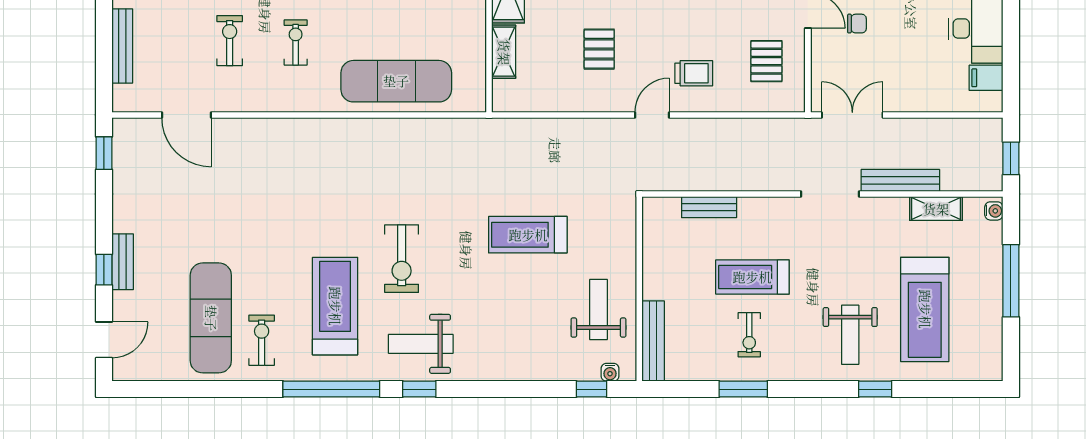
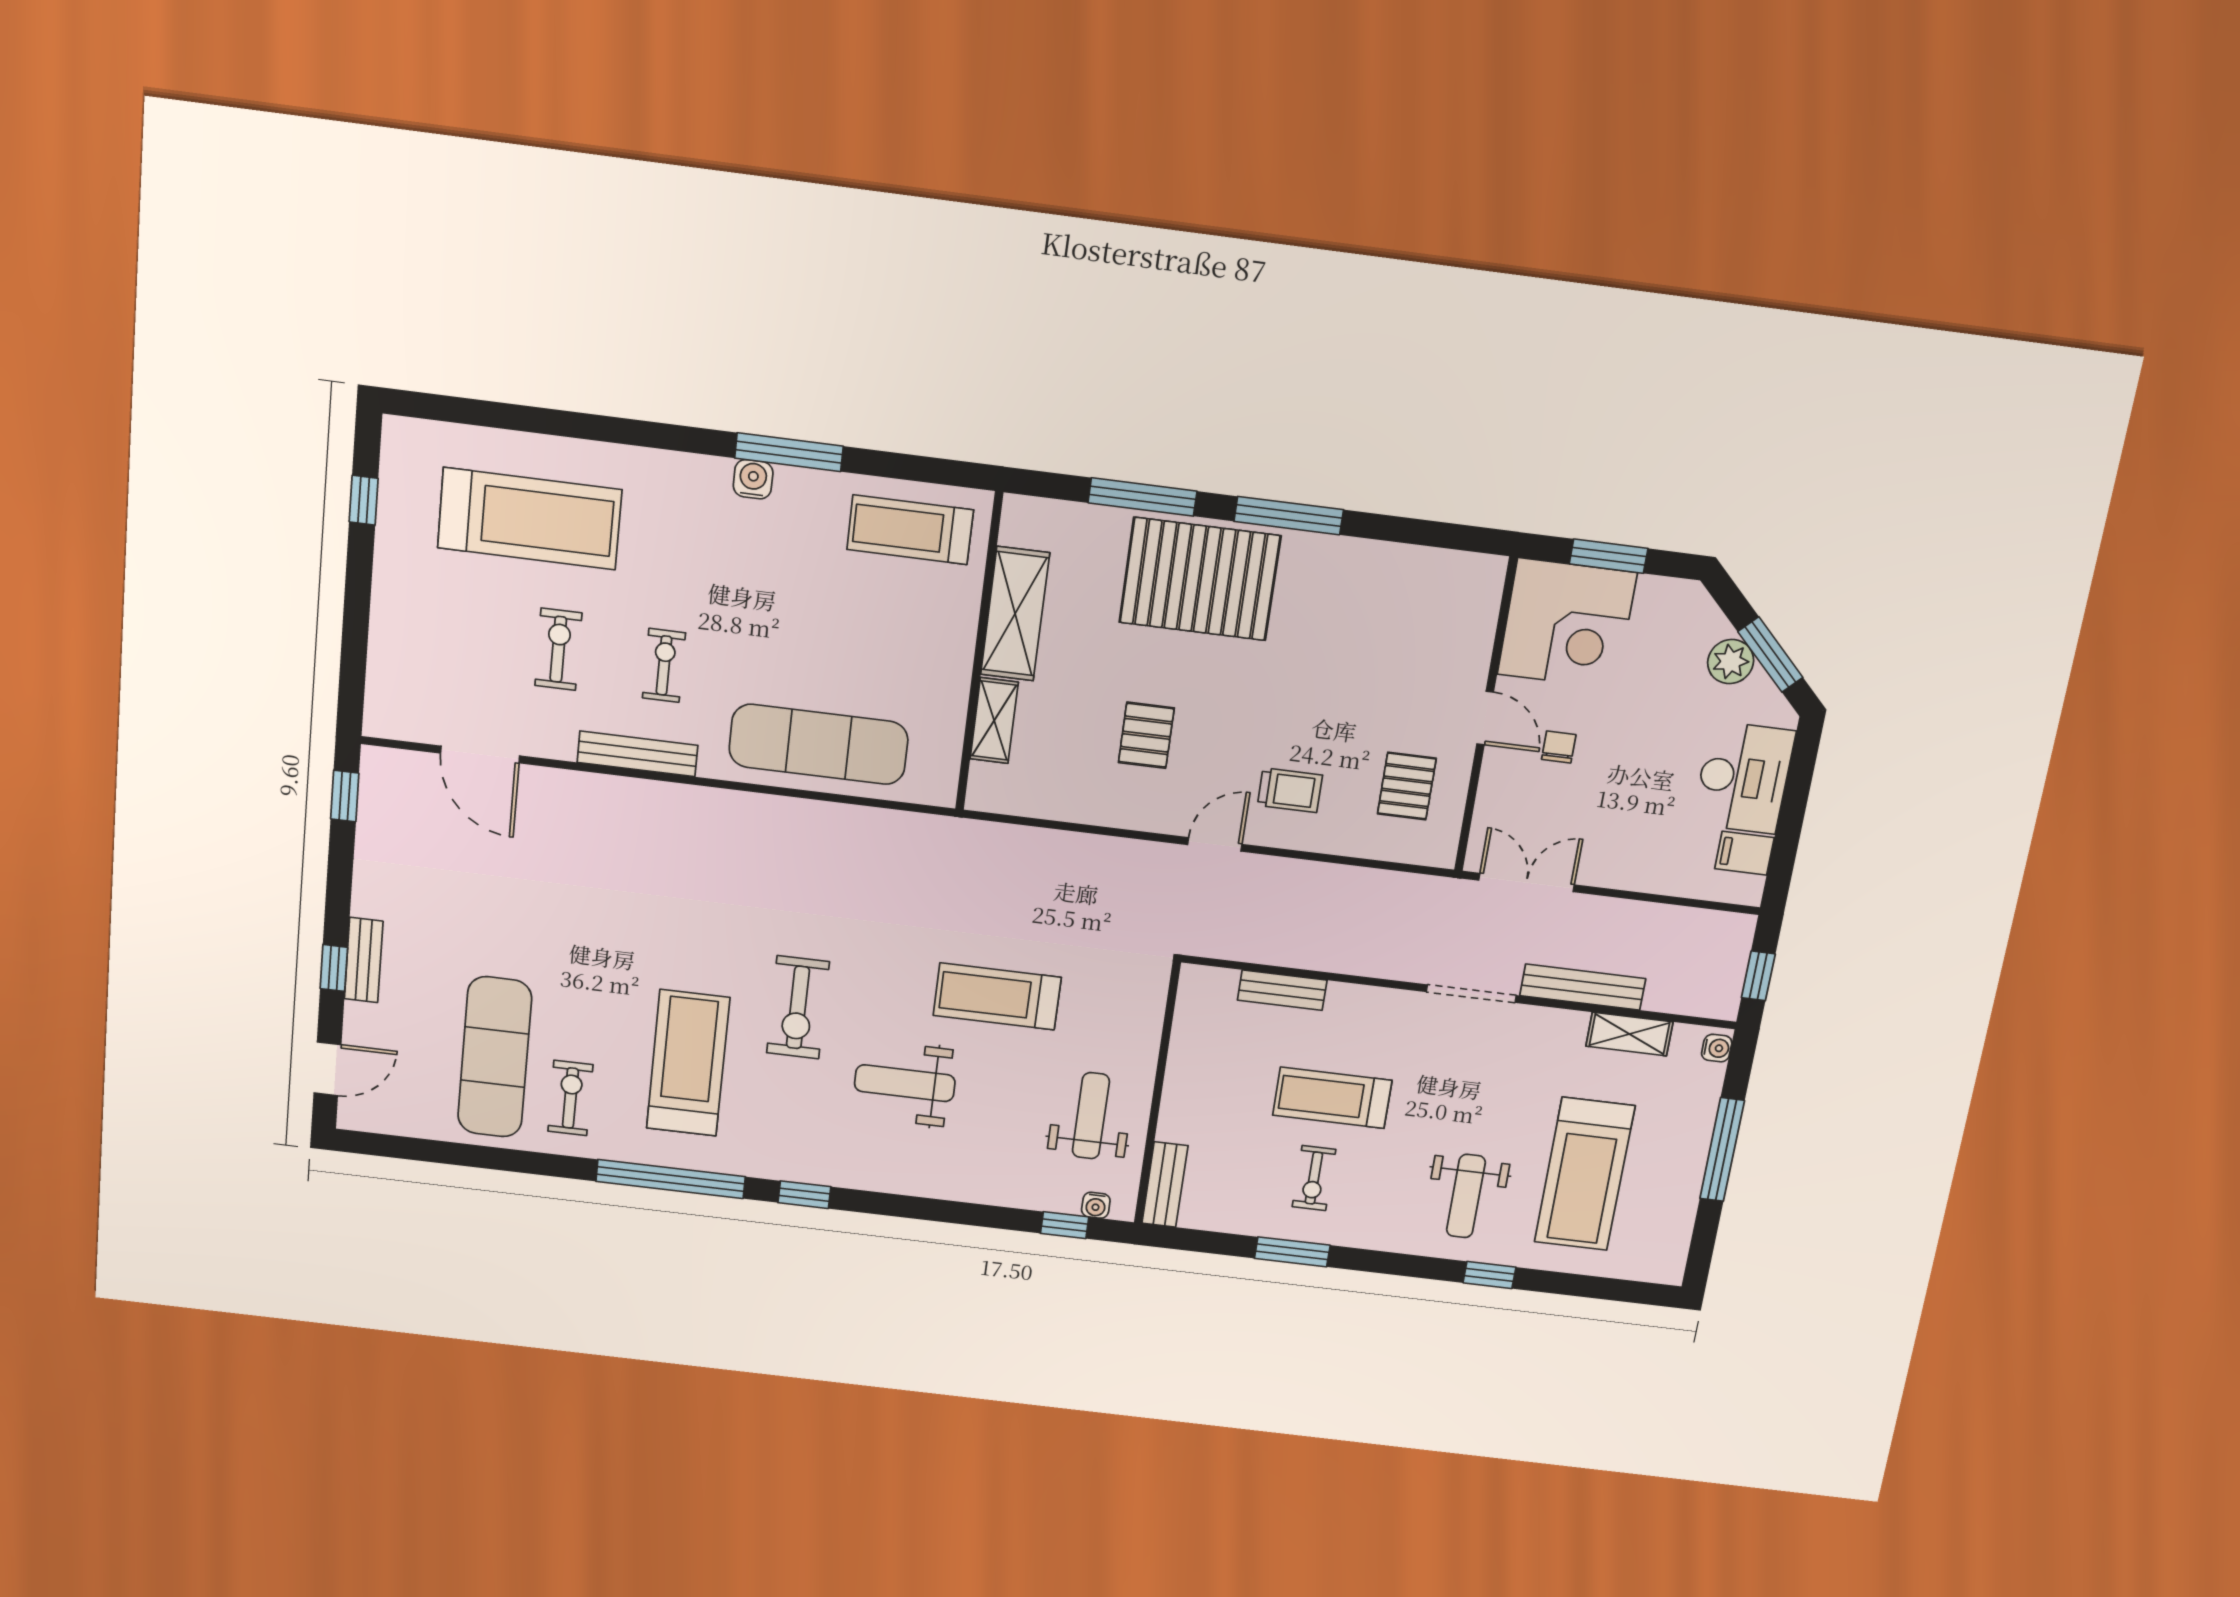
chair: (857, 24) -> (1559, 747), turned -90
bench: (122, 46) -> (637, 754), moved, turned 90
bench: (653, 341) -> (1165, 1185), width x0.73
weight bench: (421, 344) -> (905, 1083), moved

